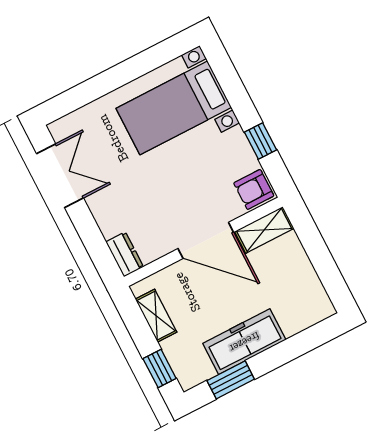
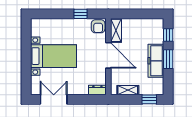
bed with nightstands: (174, 108) -> (53, 56), moved, turned -90
door: (206, 240) -> (108, 55), hinge flipped
window: (309, 339) -> (168, 35), added
window: (231, 380) -> (168, 59), moved

